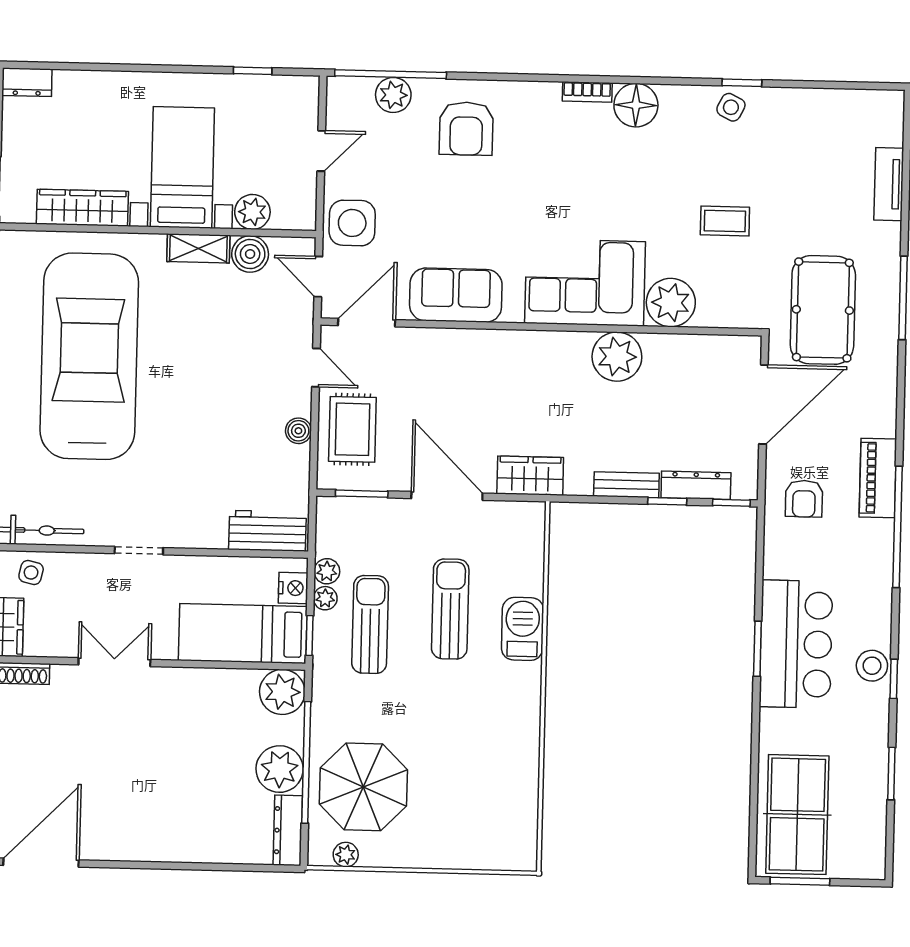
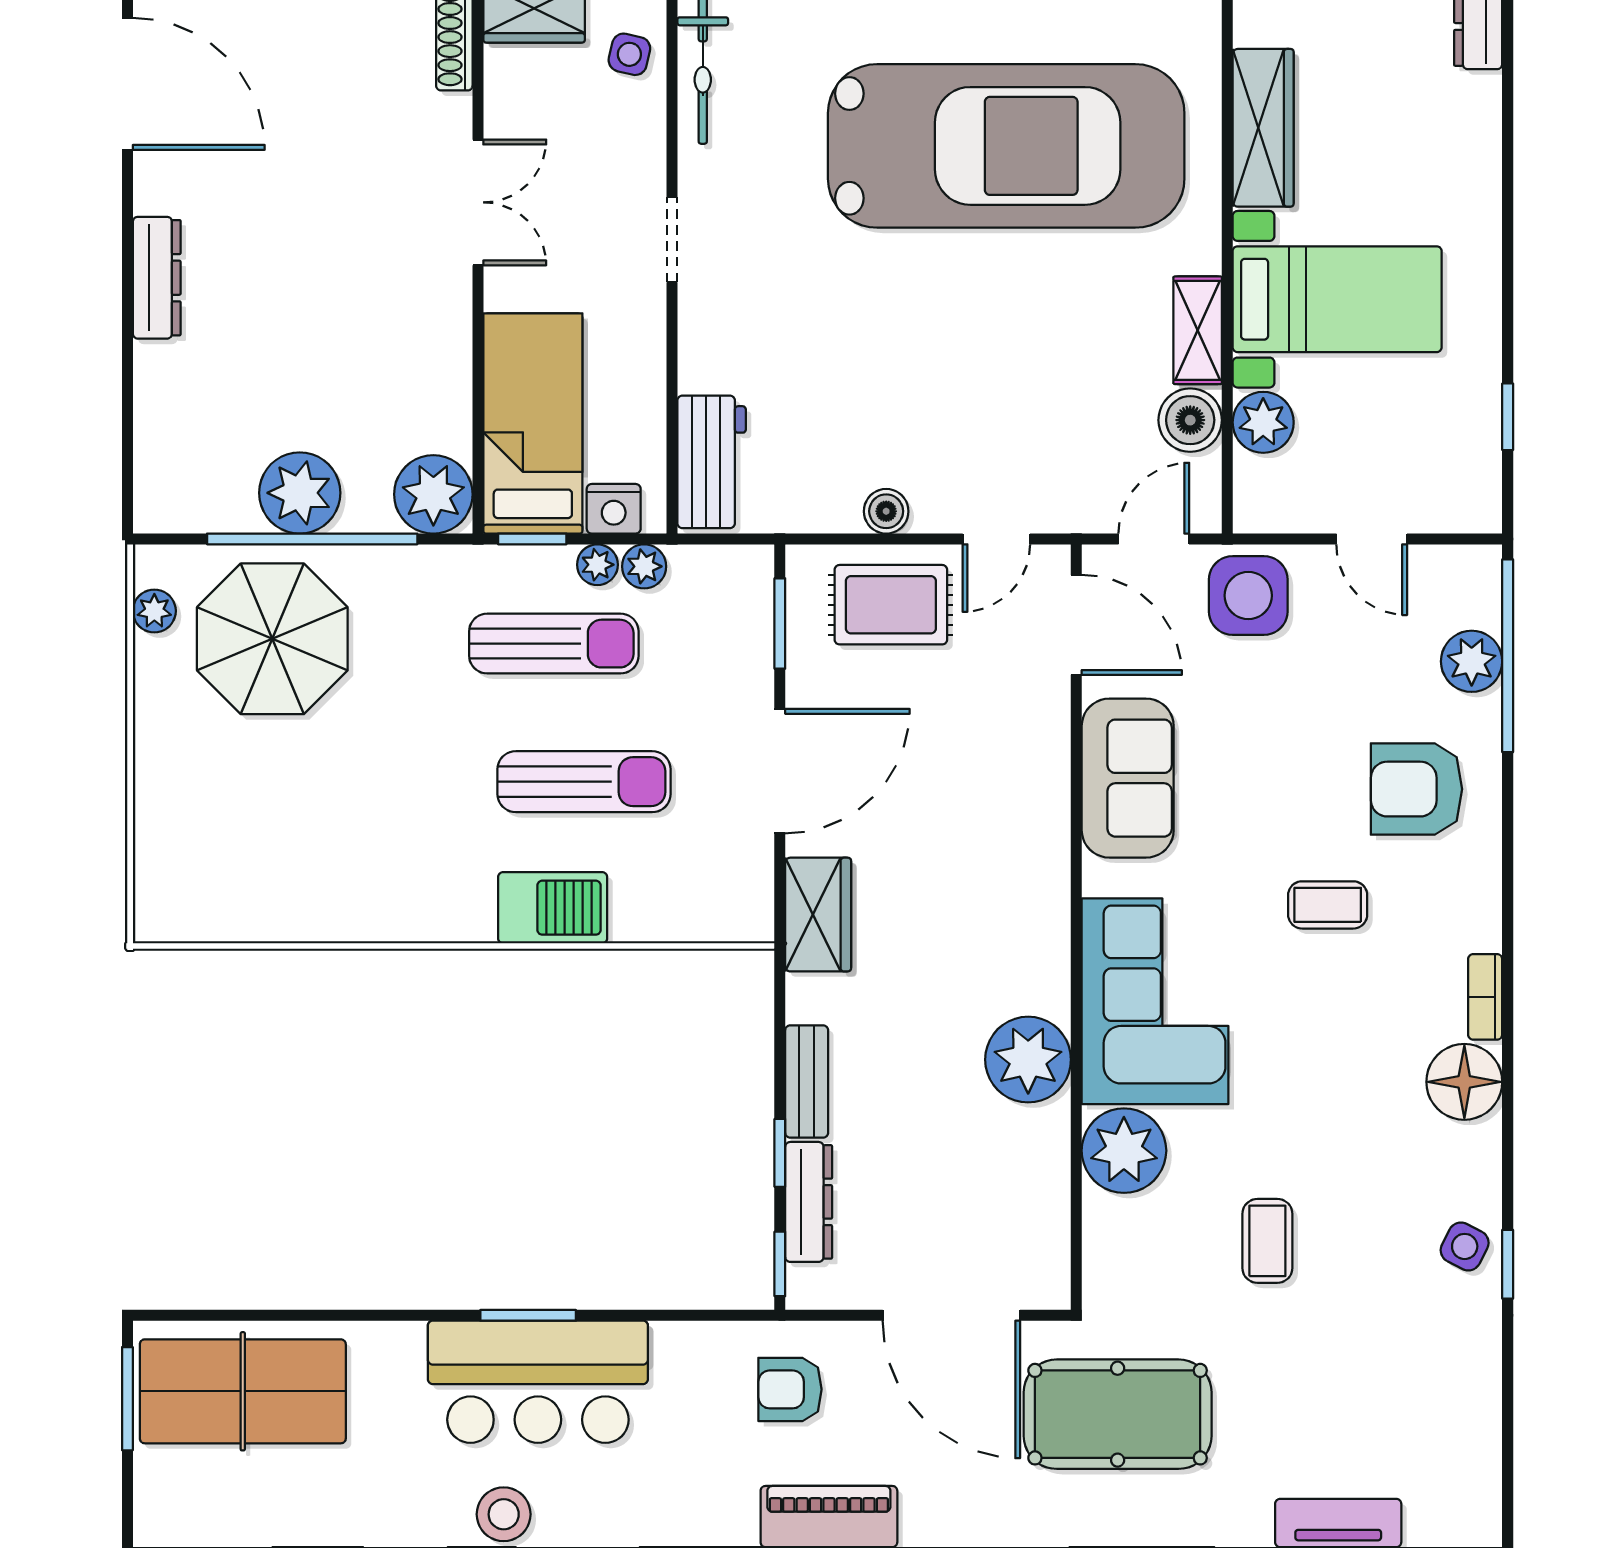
coffee table: (532, 181) -> (1328, 905), added
dresser: (288, 830) -> (157, 278), moved, turned 90

